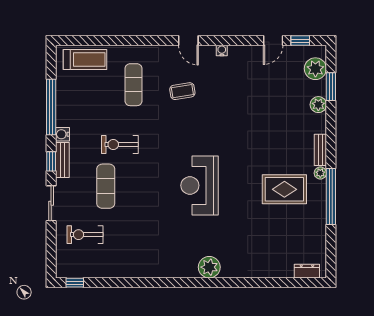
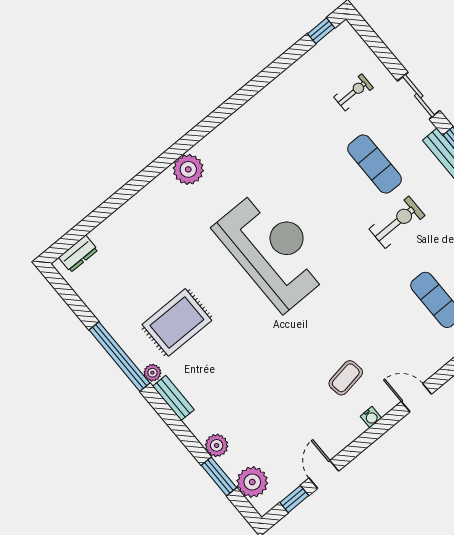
coffee table: (182, 91) -> (346, 378), moved
reception desk: (200, 185) -> (273, 250), width x1.36, depth x1.30
exercise bike: (85, 235) -> (353, 92), width x0.73, depth x0.72

